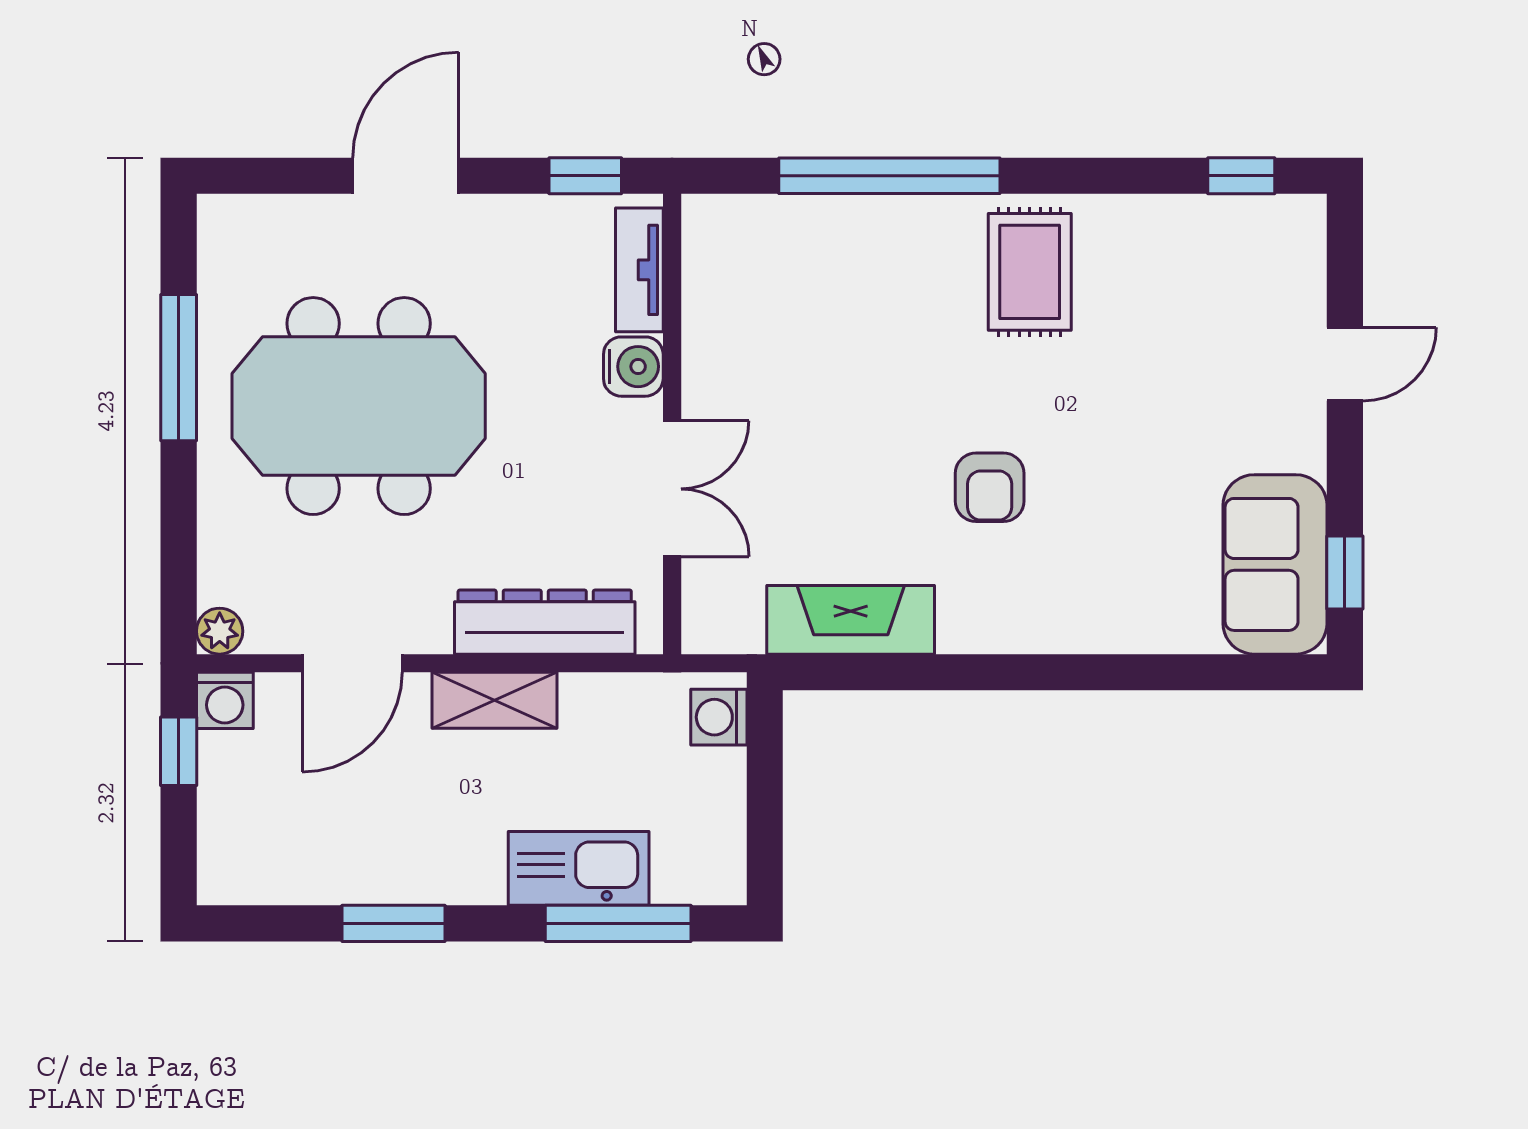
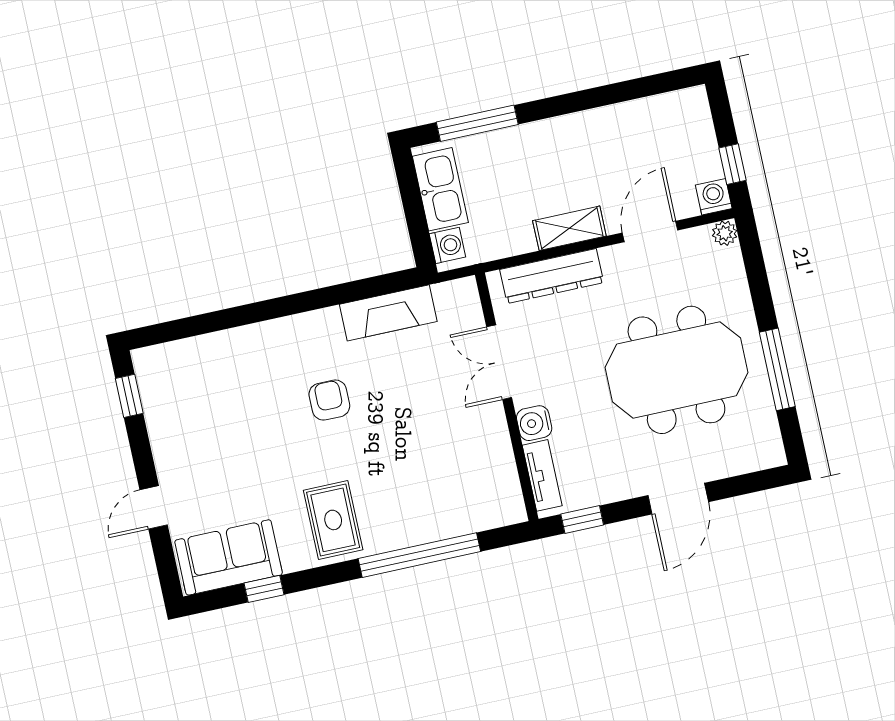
window: (1241, 176) -> (264, 589), moved
sofa: (1275, 564) -> (229, 557), moved, turned -90
kitchen sink: (579, 868) -> (440, 189), moved, turned -90
window: (394, 923) -> (597, 97), removed

